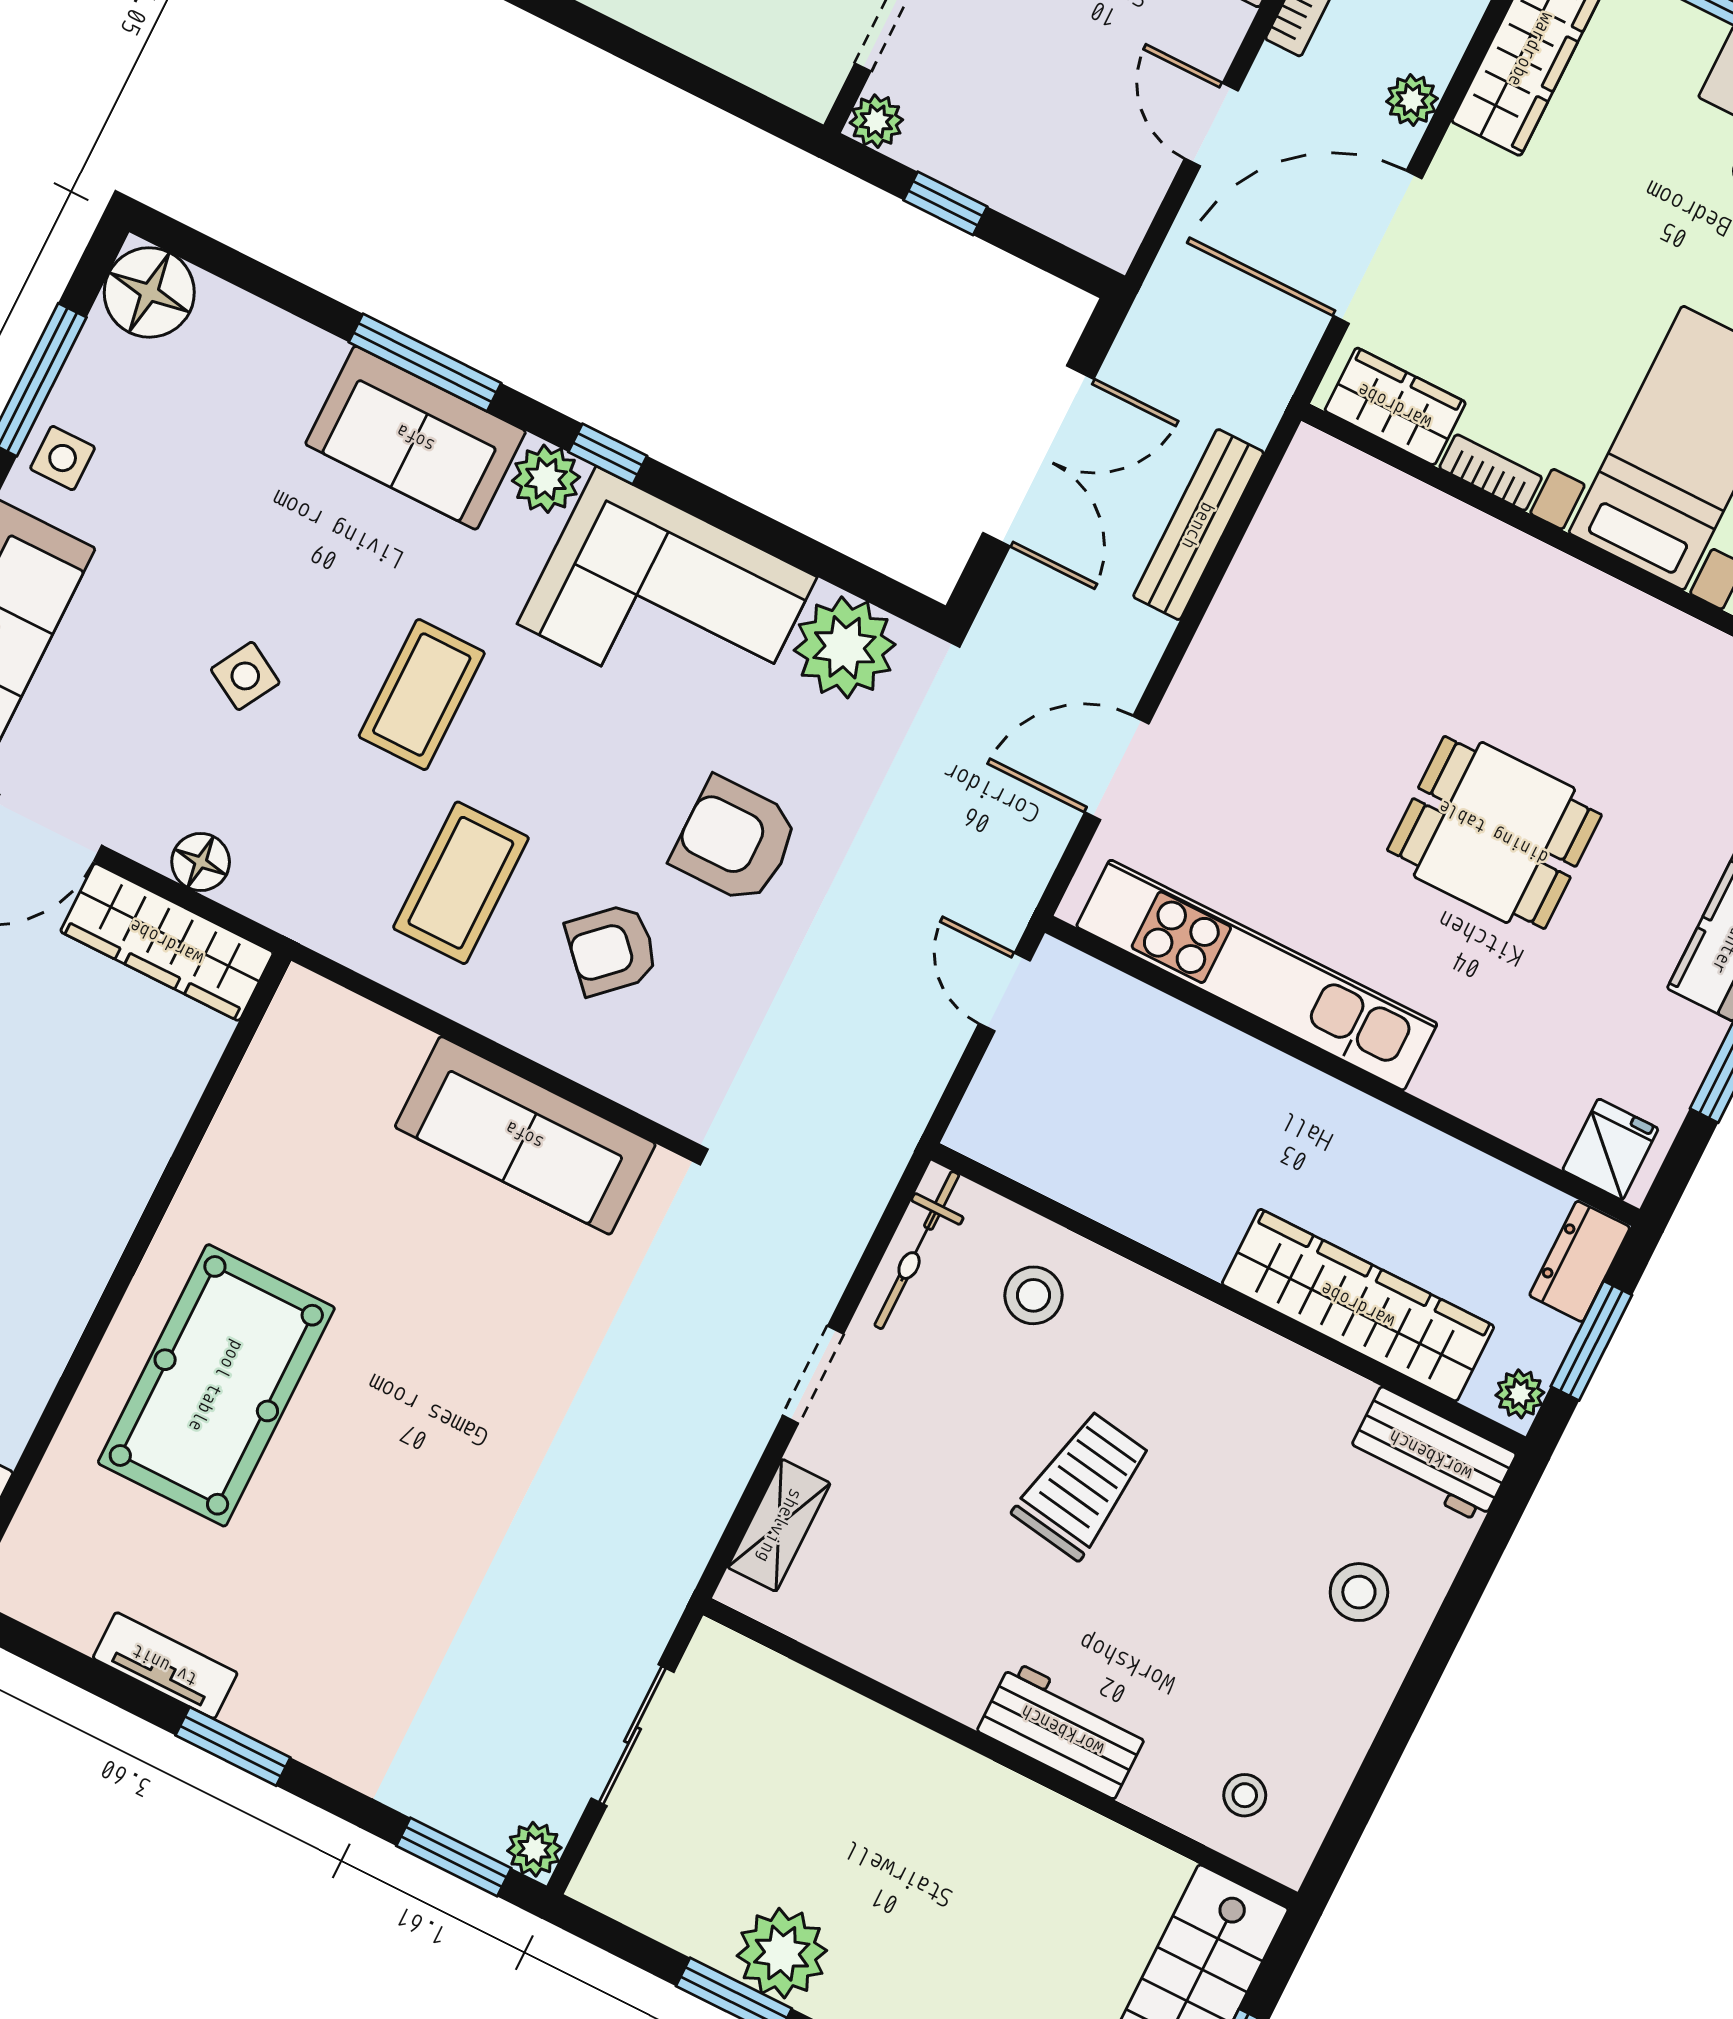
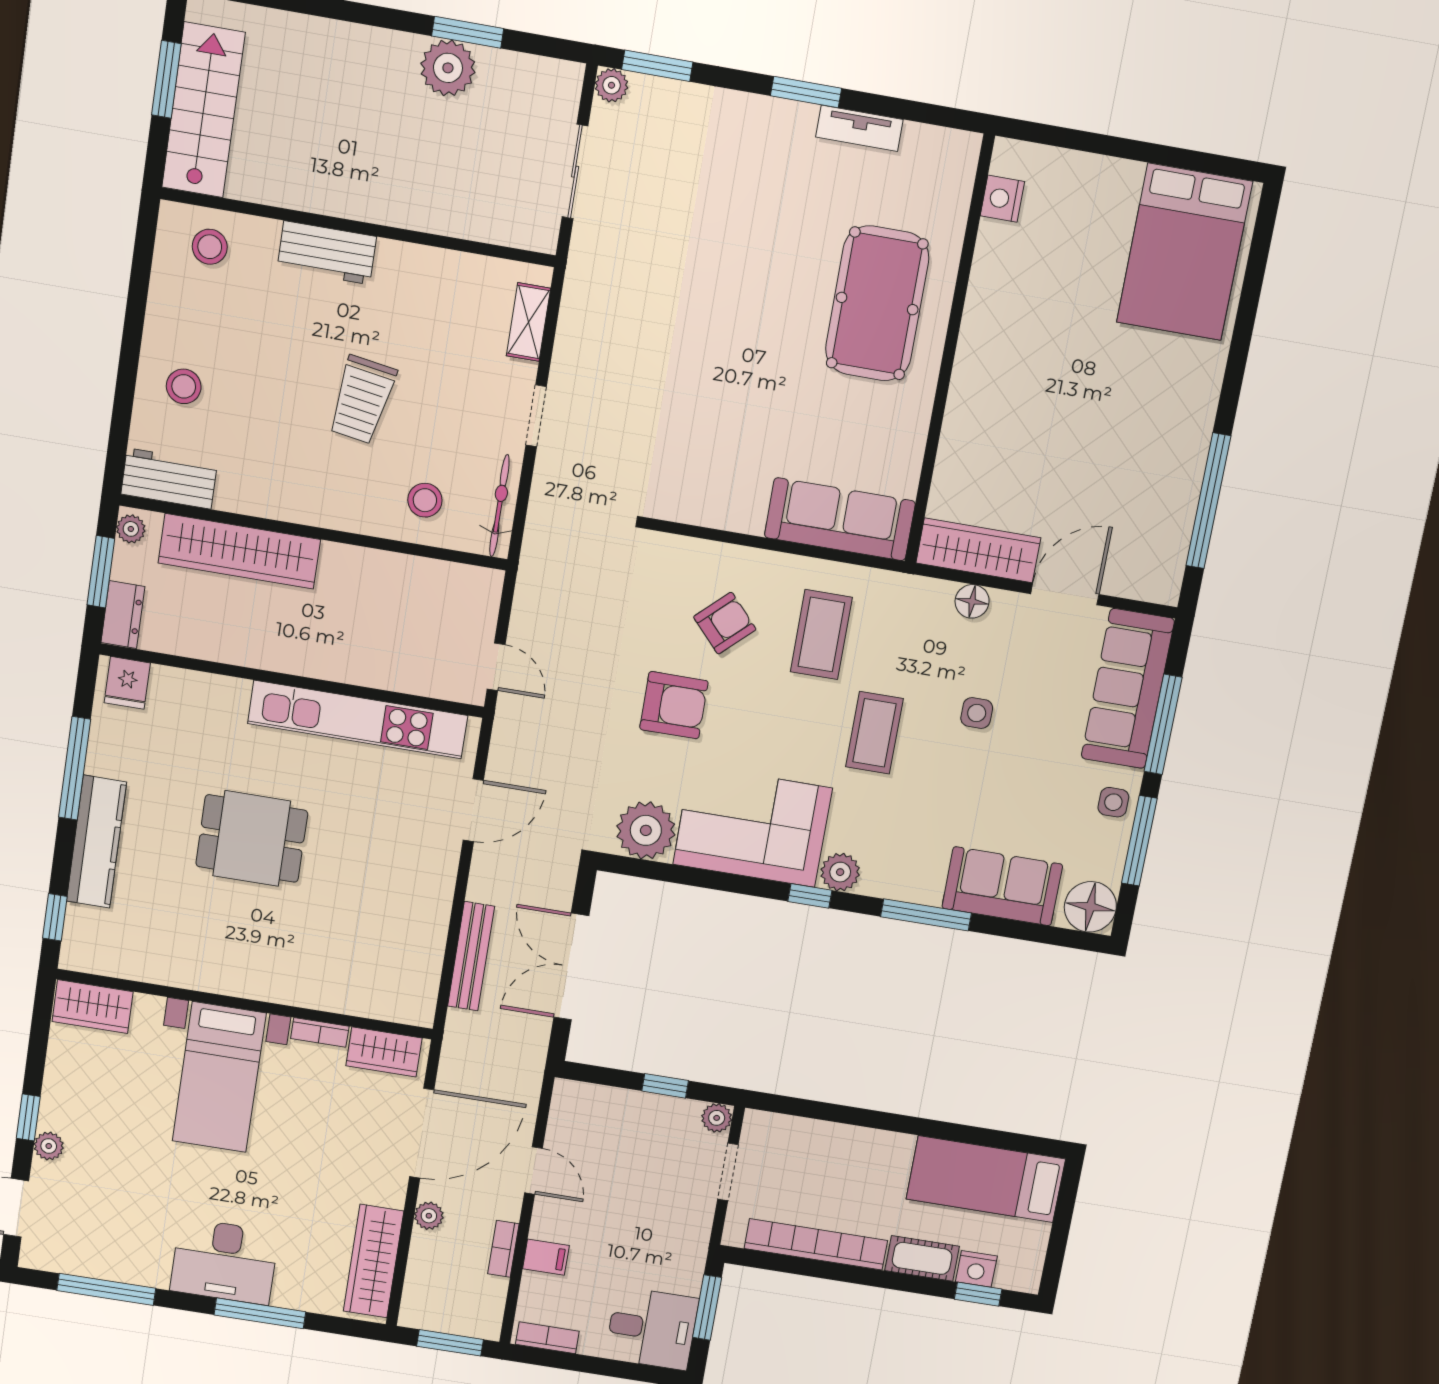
sofa: (416, 438) -> (1002, 886), moved
side table: (245, 676) -> (977, 713), turned -30
sofa: (525, 1135) -> (840, 519), moved
stool: (1245, 1795) -> (210, 247), width x1.37, depth x1.37

